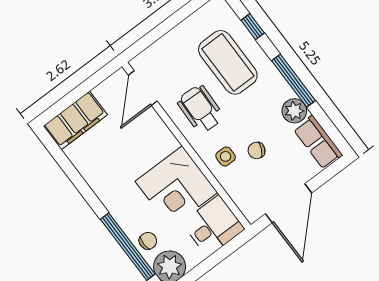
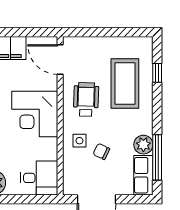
window: (294, 81) -> (157, 157), moved
door: (143, 88) -> (60, 60), hinge flipped
corner desk: (176, 187) -> (35, 114), moved

